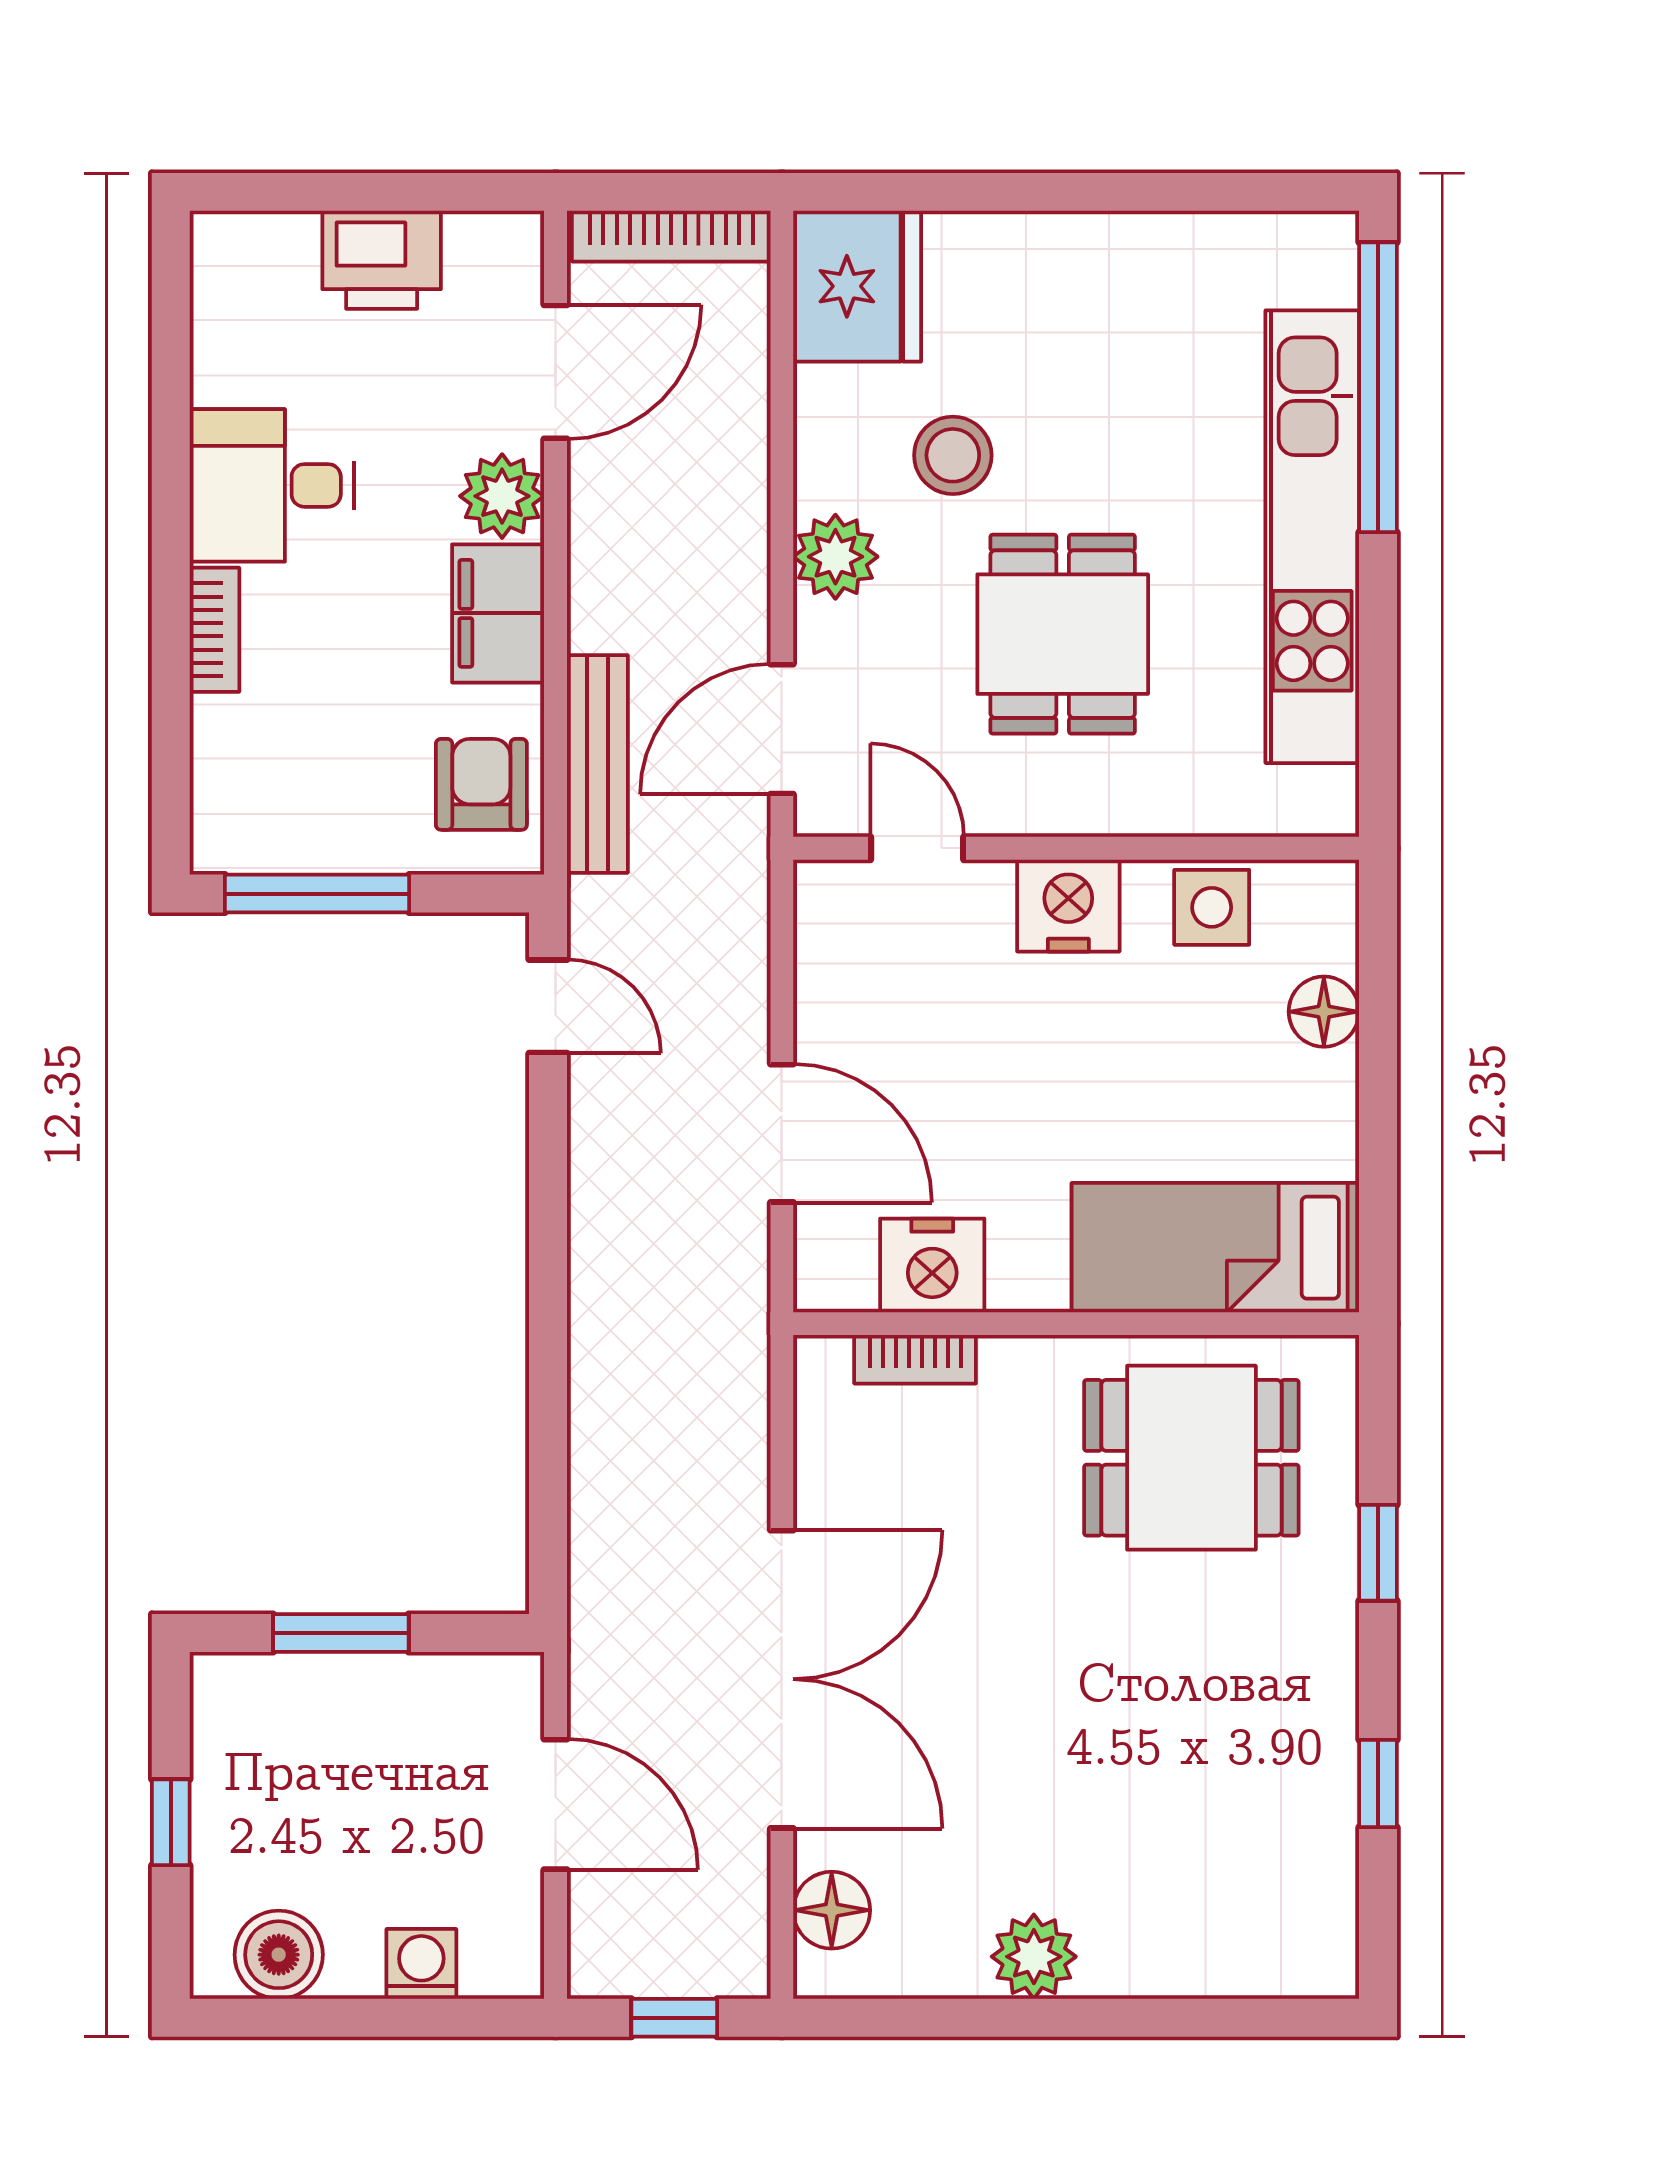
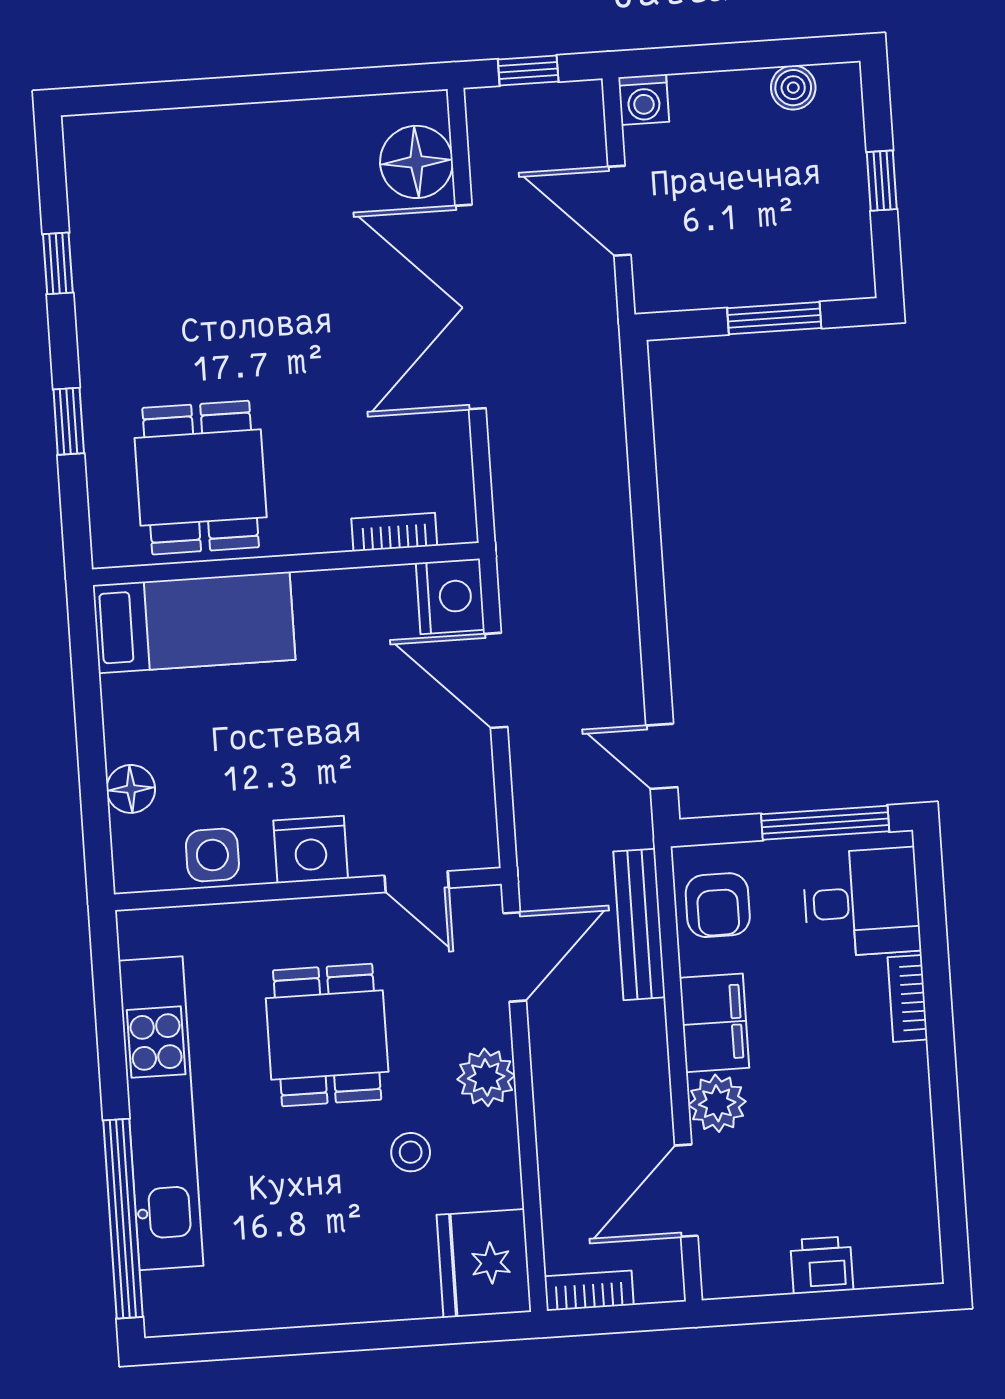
bookcase: (671, 236) -> (589, 1291), width x0.64
printer: (382, 260) -> (822, 1265), width x0.73, depth x0.81
stool: (953, 455) -> (411, 1152), width x0.73, depth x0.73
desk: (272, 485) -> (862, 902), moved
nightstand: (932, 1265) -> (450, 596), moved, turned 90
dining table: (1191, 1458) -> (201, 478), turned 90
floor lamp: (832, 1910) -> (416, 162), width x1.38, depth x1.38
boiler: (279, 1955) -> (793, 88), width x0.73, depth x0.73
plant: (1034, 1957) -> (285, 129), removed
washing machine: (421, 1964) -> (644, 100), moved

